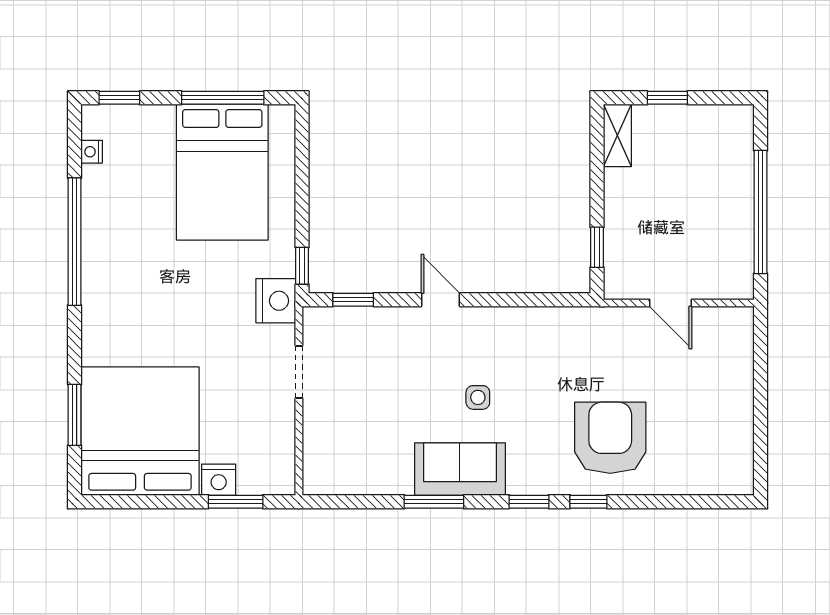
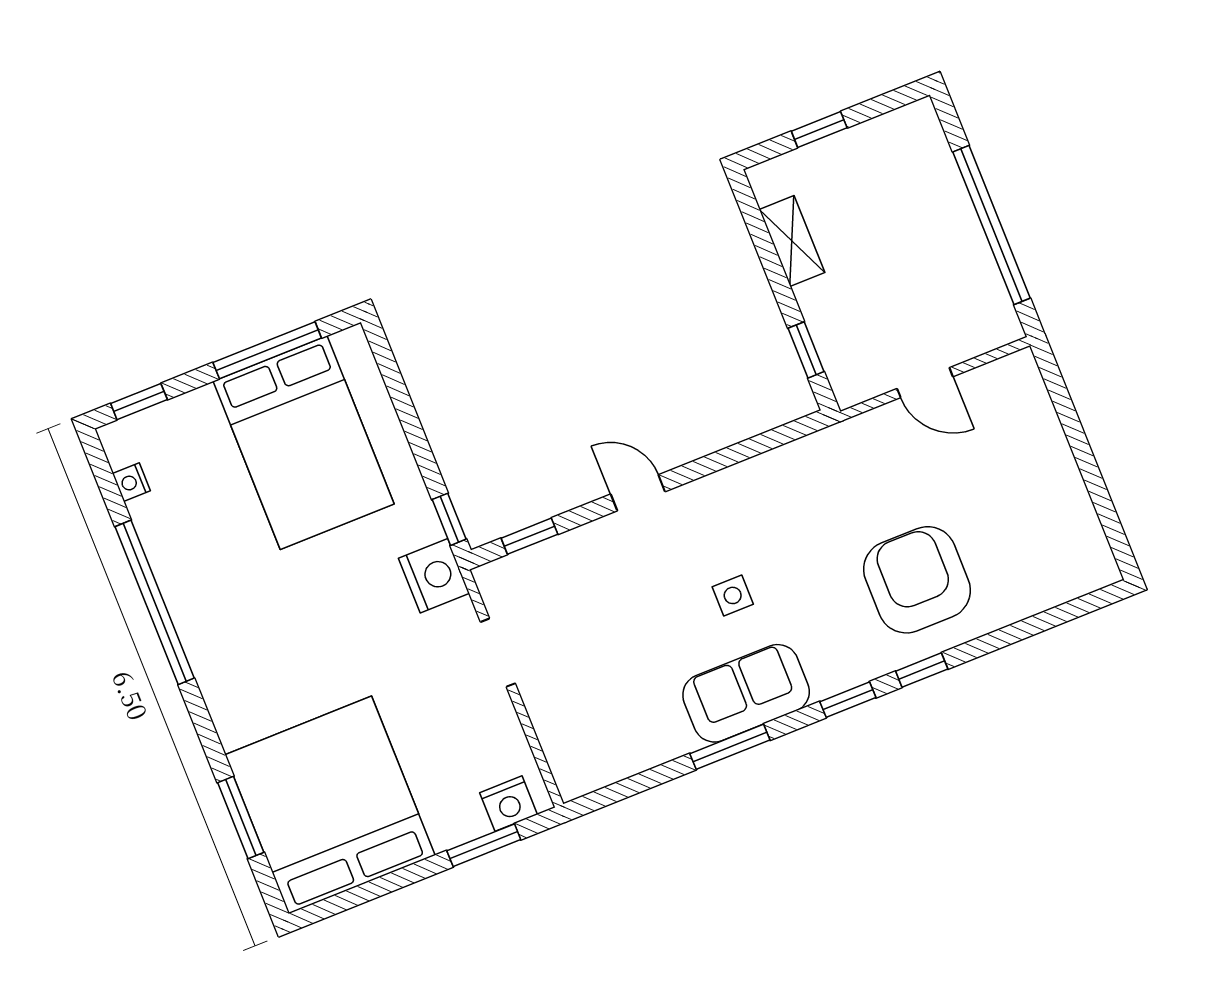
shelving: (617, 135) -> (792, 241), moved
nightstand: (219, 480) -> (509, 804), moved

